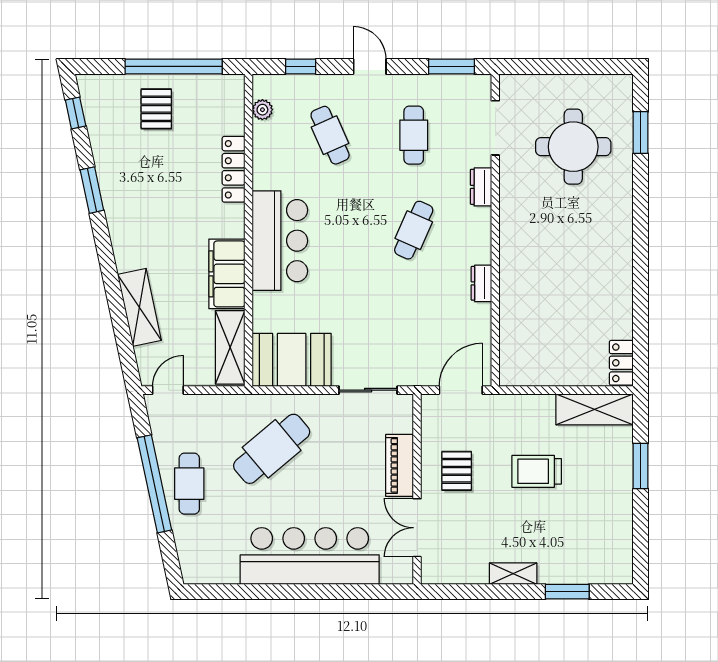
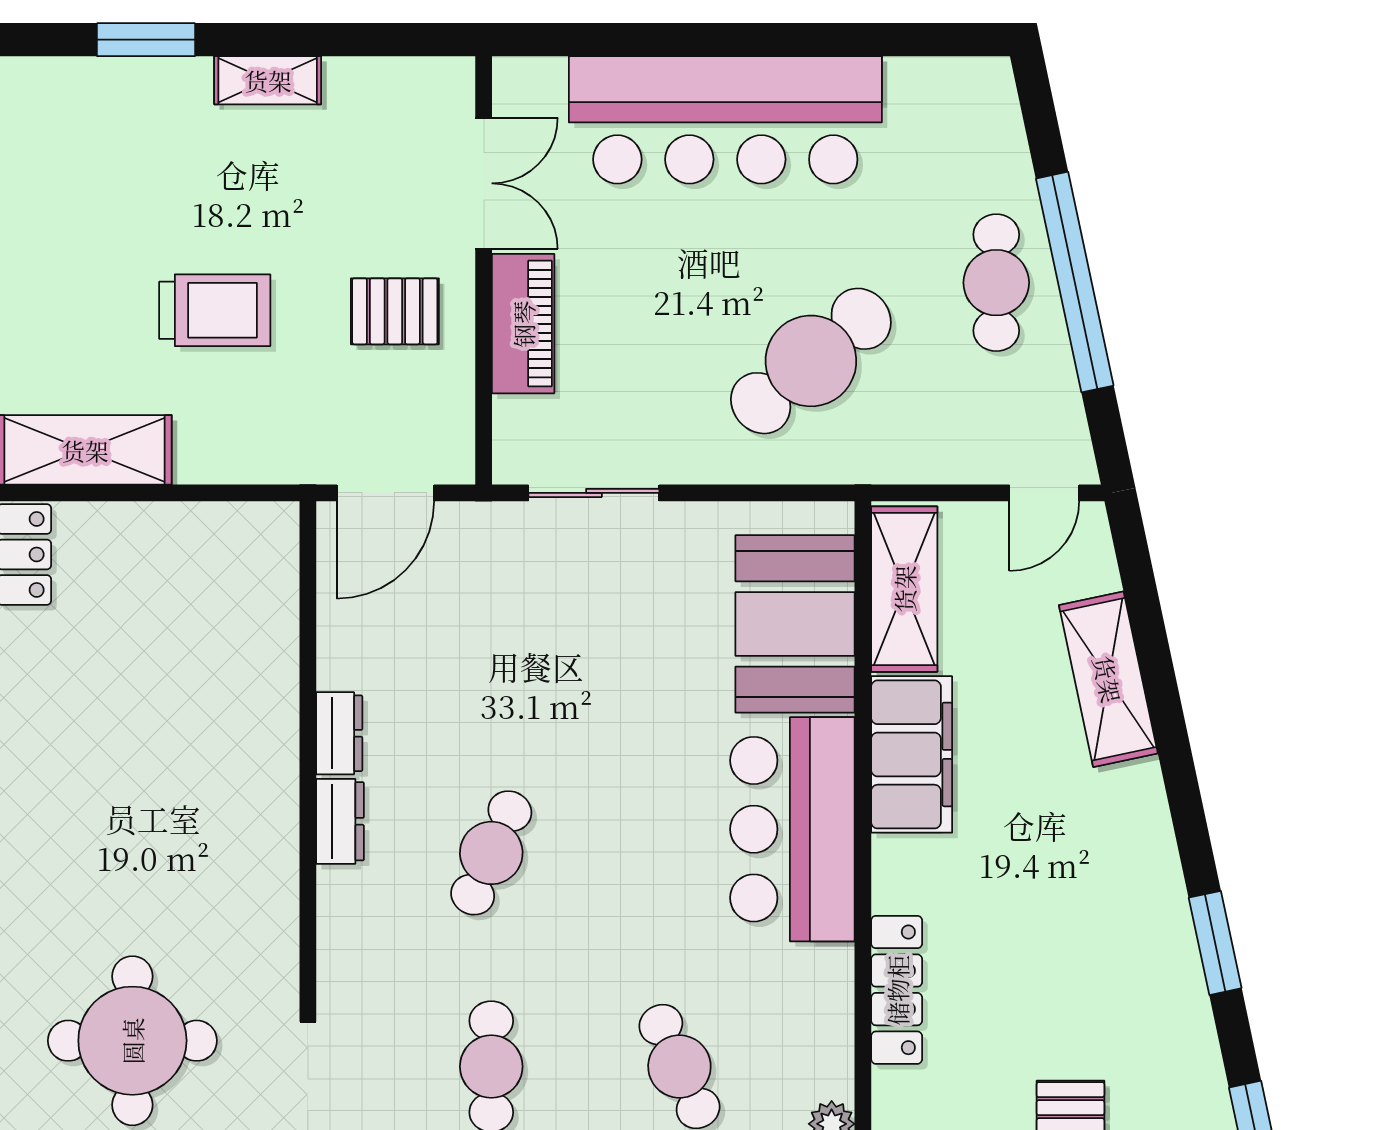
dresser: (481, 187) -> (340, 821), moved
booth: (292, 360) -> (795, 624), moved, turned 90
pallet: (457, 471) -> (395, 311), turned 90

